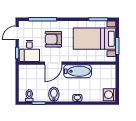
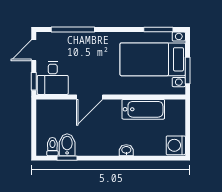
armchair: (53, 39) -> (89, 60), removed
bathtub: (78, 71) -> (143, 109), moved
bidet: (54, 94) -> (67, 145), moved

